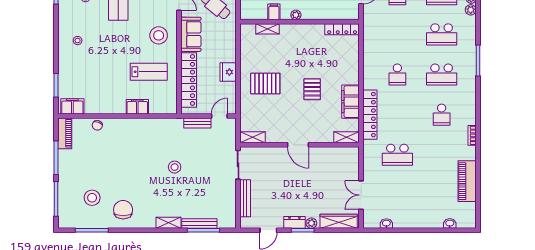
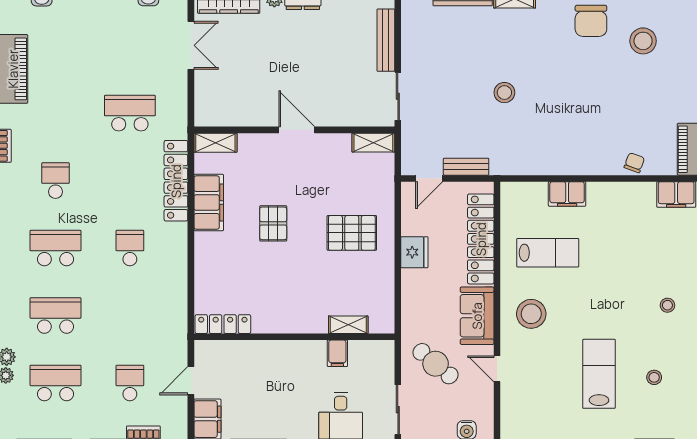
plant: (296, 15) -> (300, 348), removed
lab bench: (149, 72) -> (548, 253), turned 180

